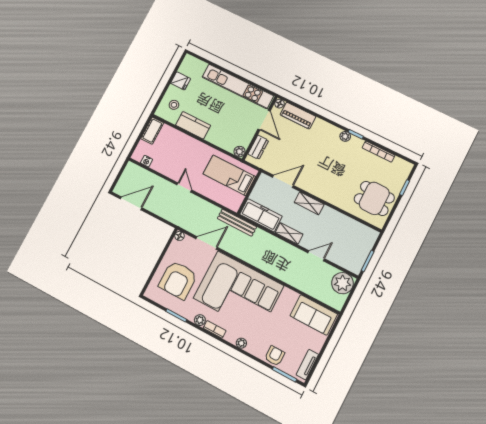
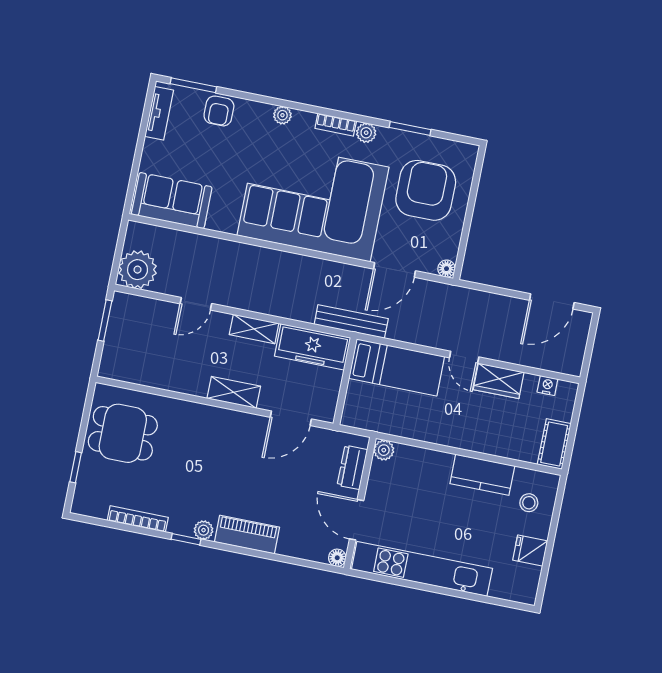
piano: (298, 116) -> (247, 535), moved
wardrobe: (170, 170) -> (499, 381), added
bed: (229, 175) -> (397, 367), moved

